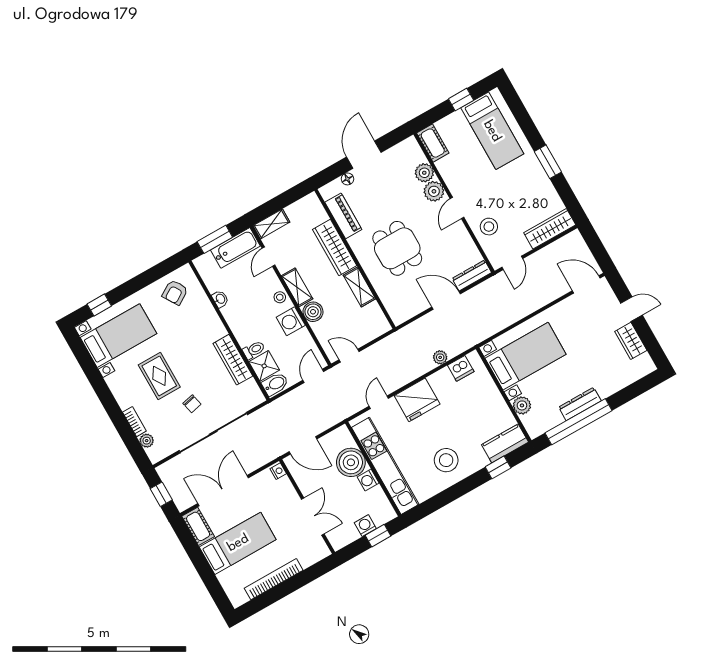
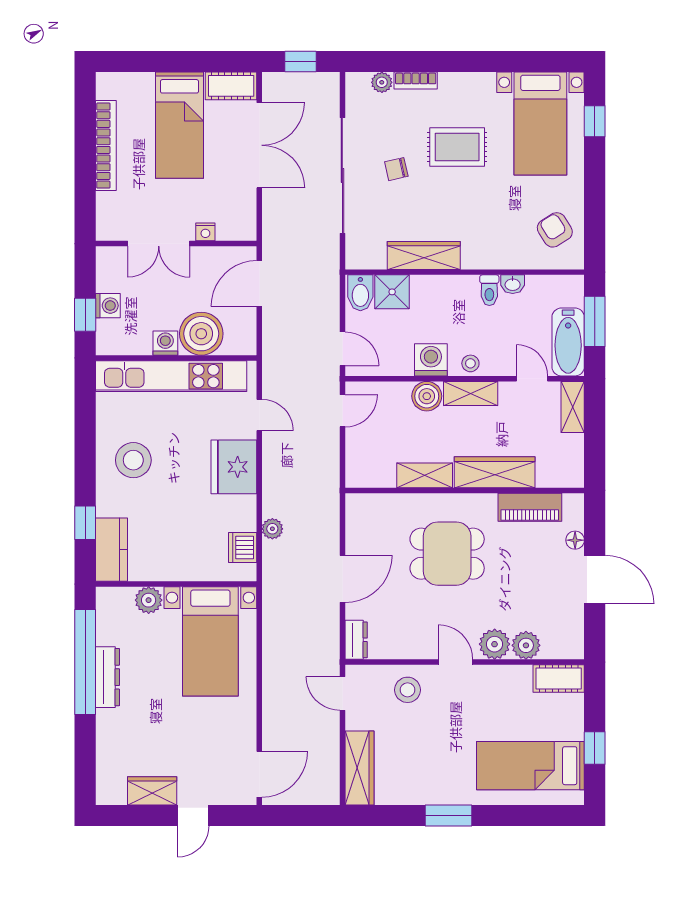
dresser: (472, 275) -> (356, 640), width x0.70
toilet: (254, 350) -> (489, 290), moved
nightstand: (278, 471) -> (205, 232), moved

